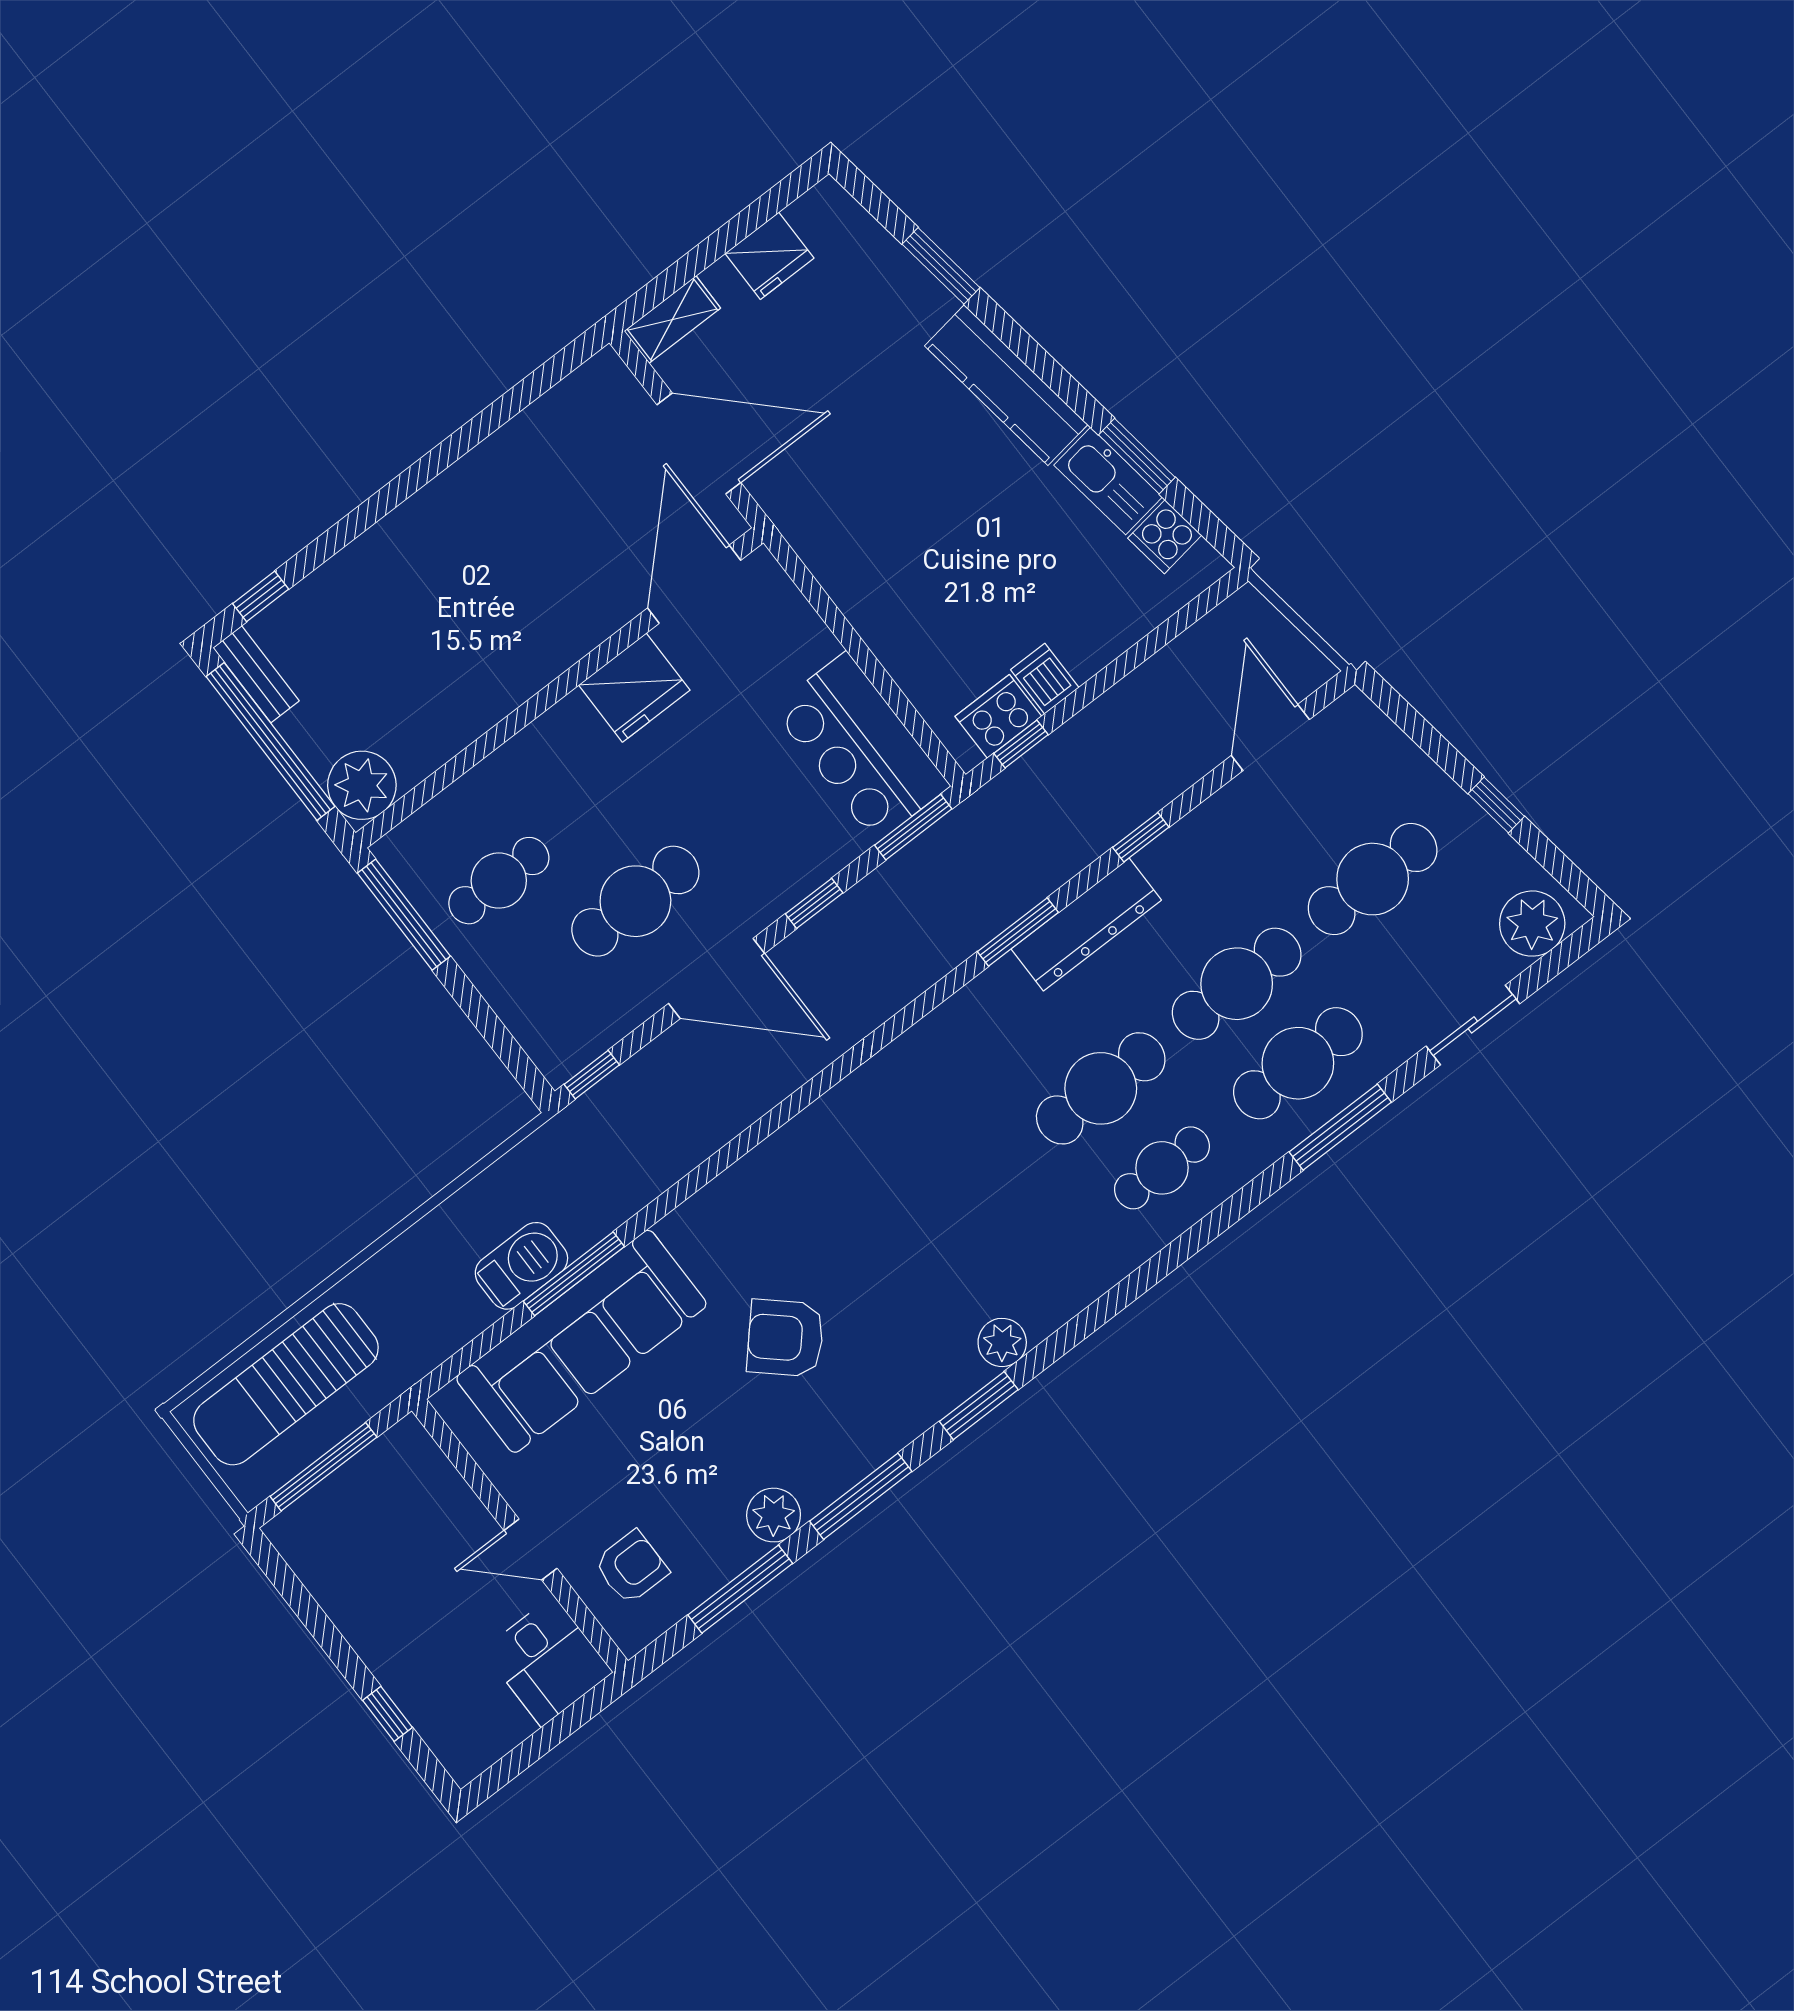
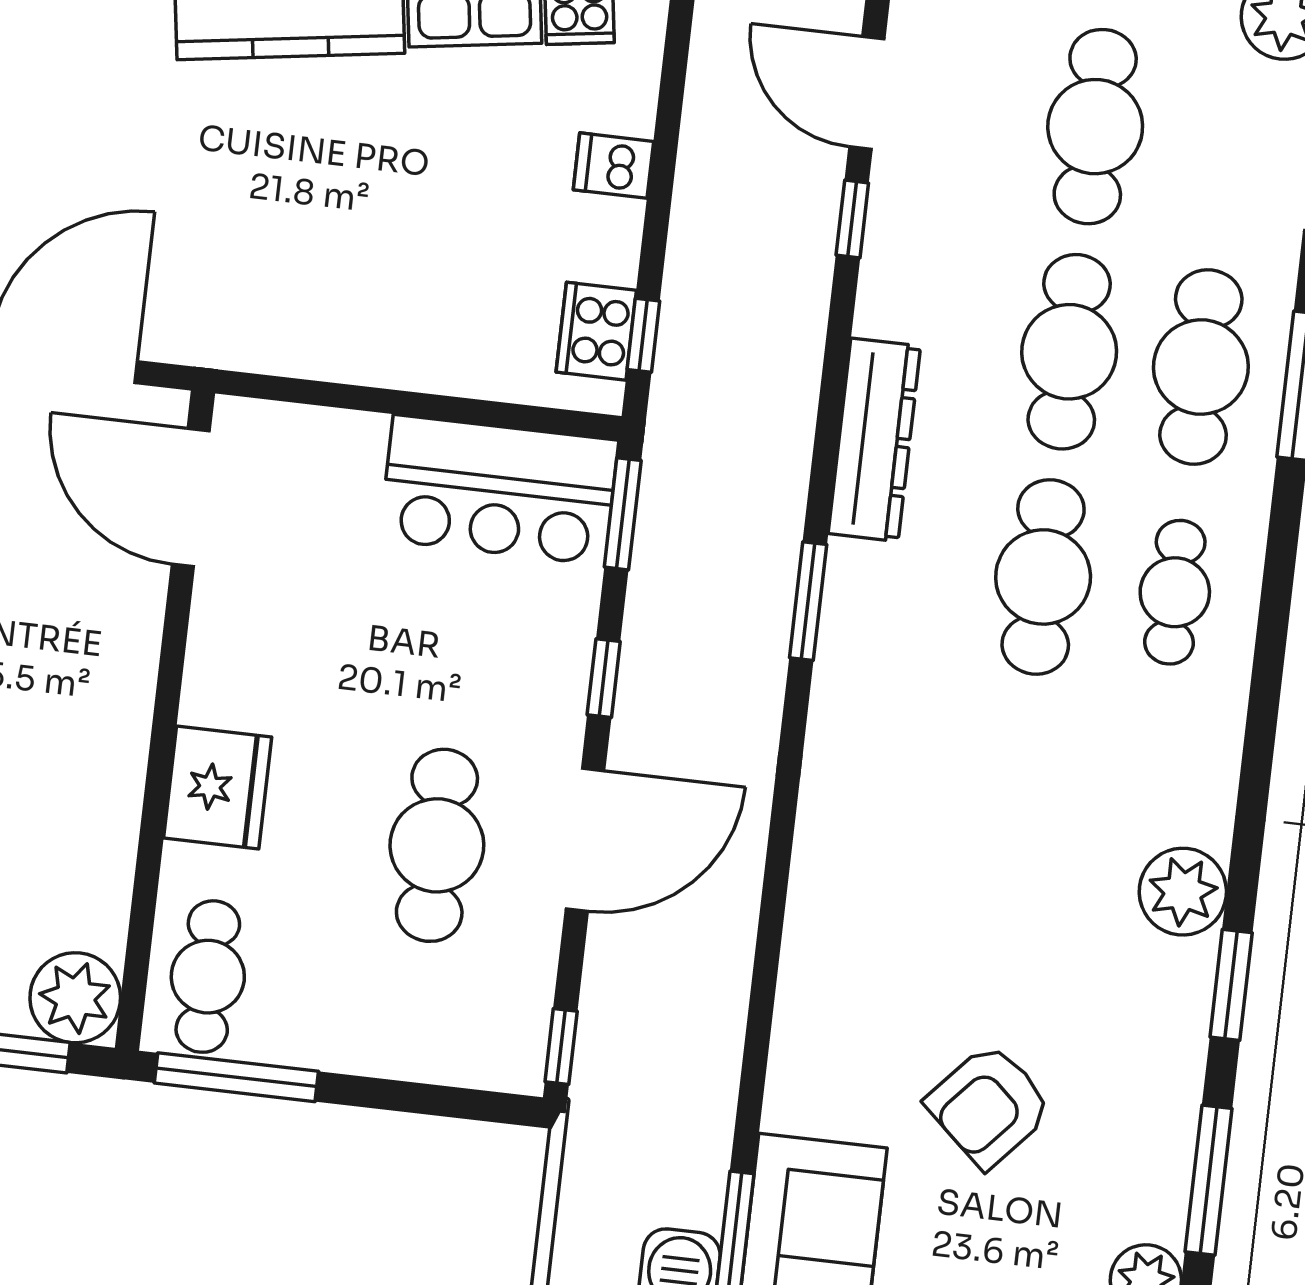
dishwasher: (1045, 679) -> (613, 166), moved
fridge: (634, 688) -> (218, 788), moved
window: (1141, 837) -> (852, 219), moved
cafe table: (499, 881) -> (208, 977), moved
window: (1018, 932) -> (808, 601), moved
plant: (1002, 1342) -> (1183, 892), width x1.36, depth x1.36

